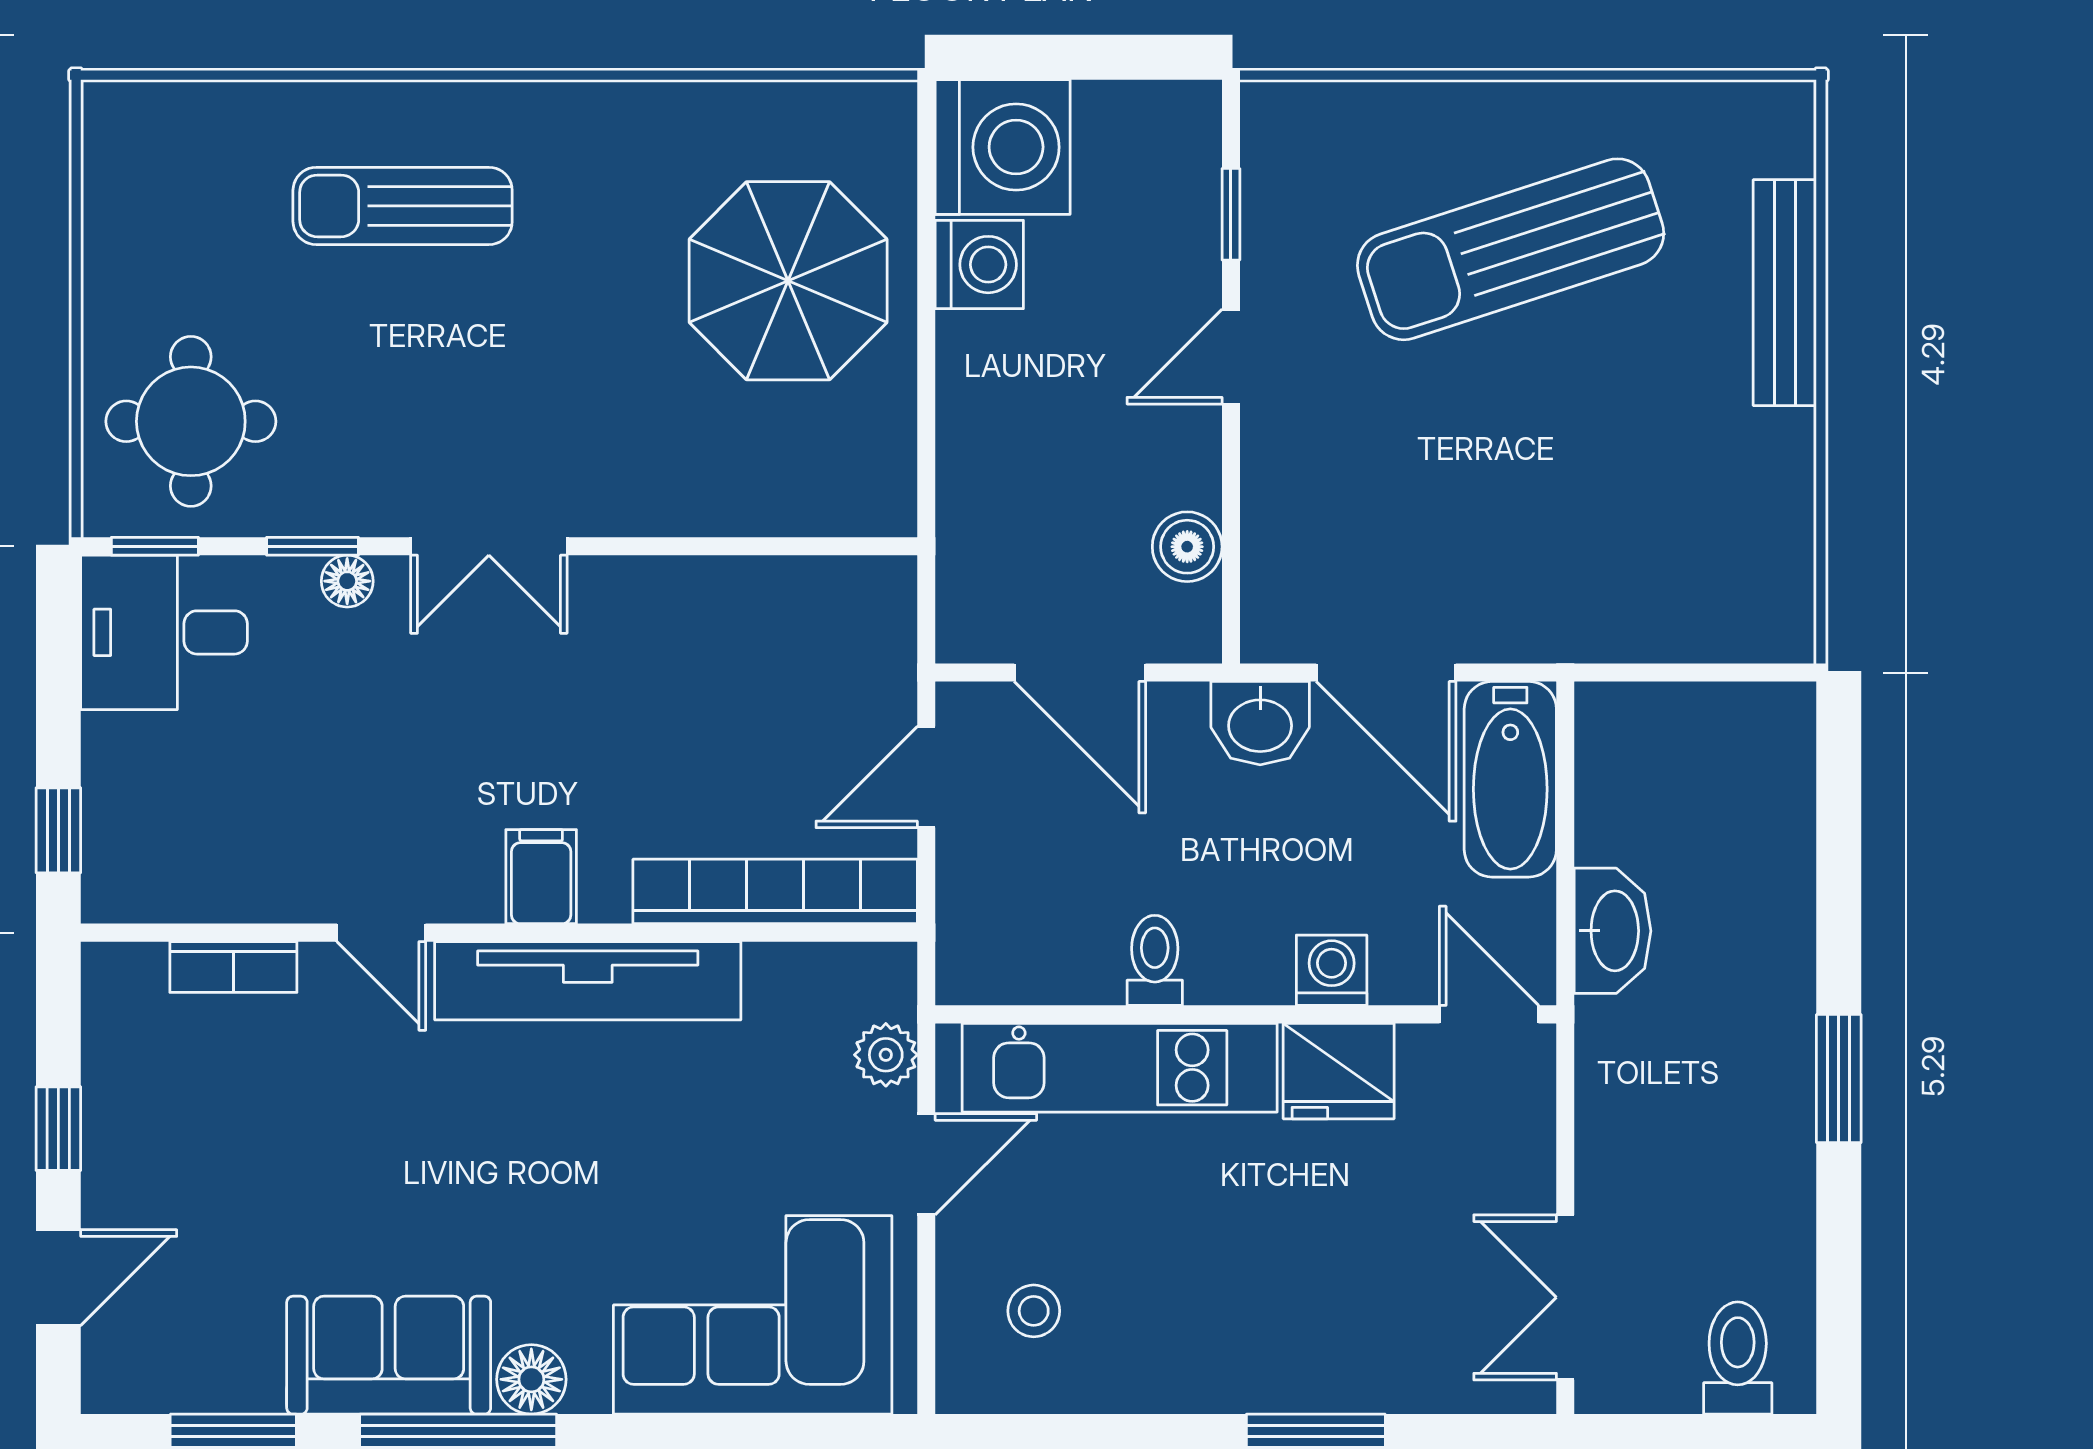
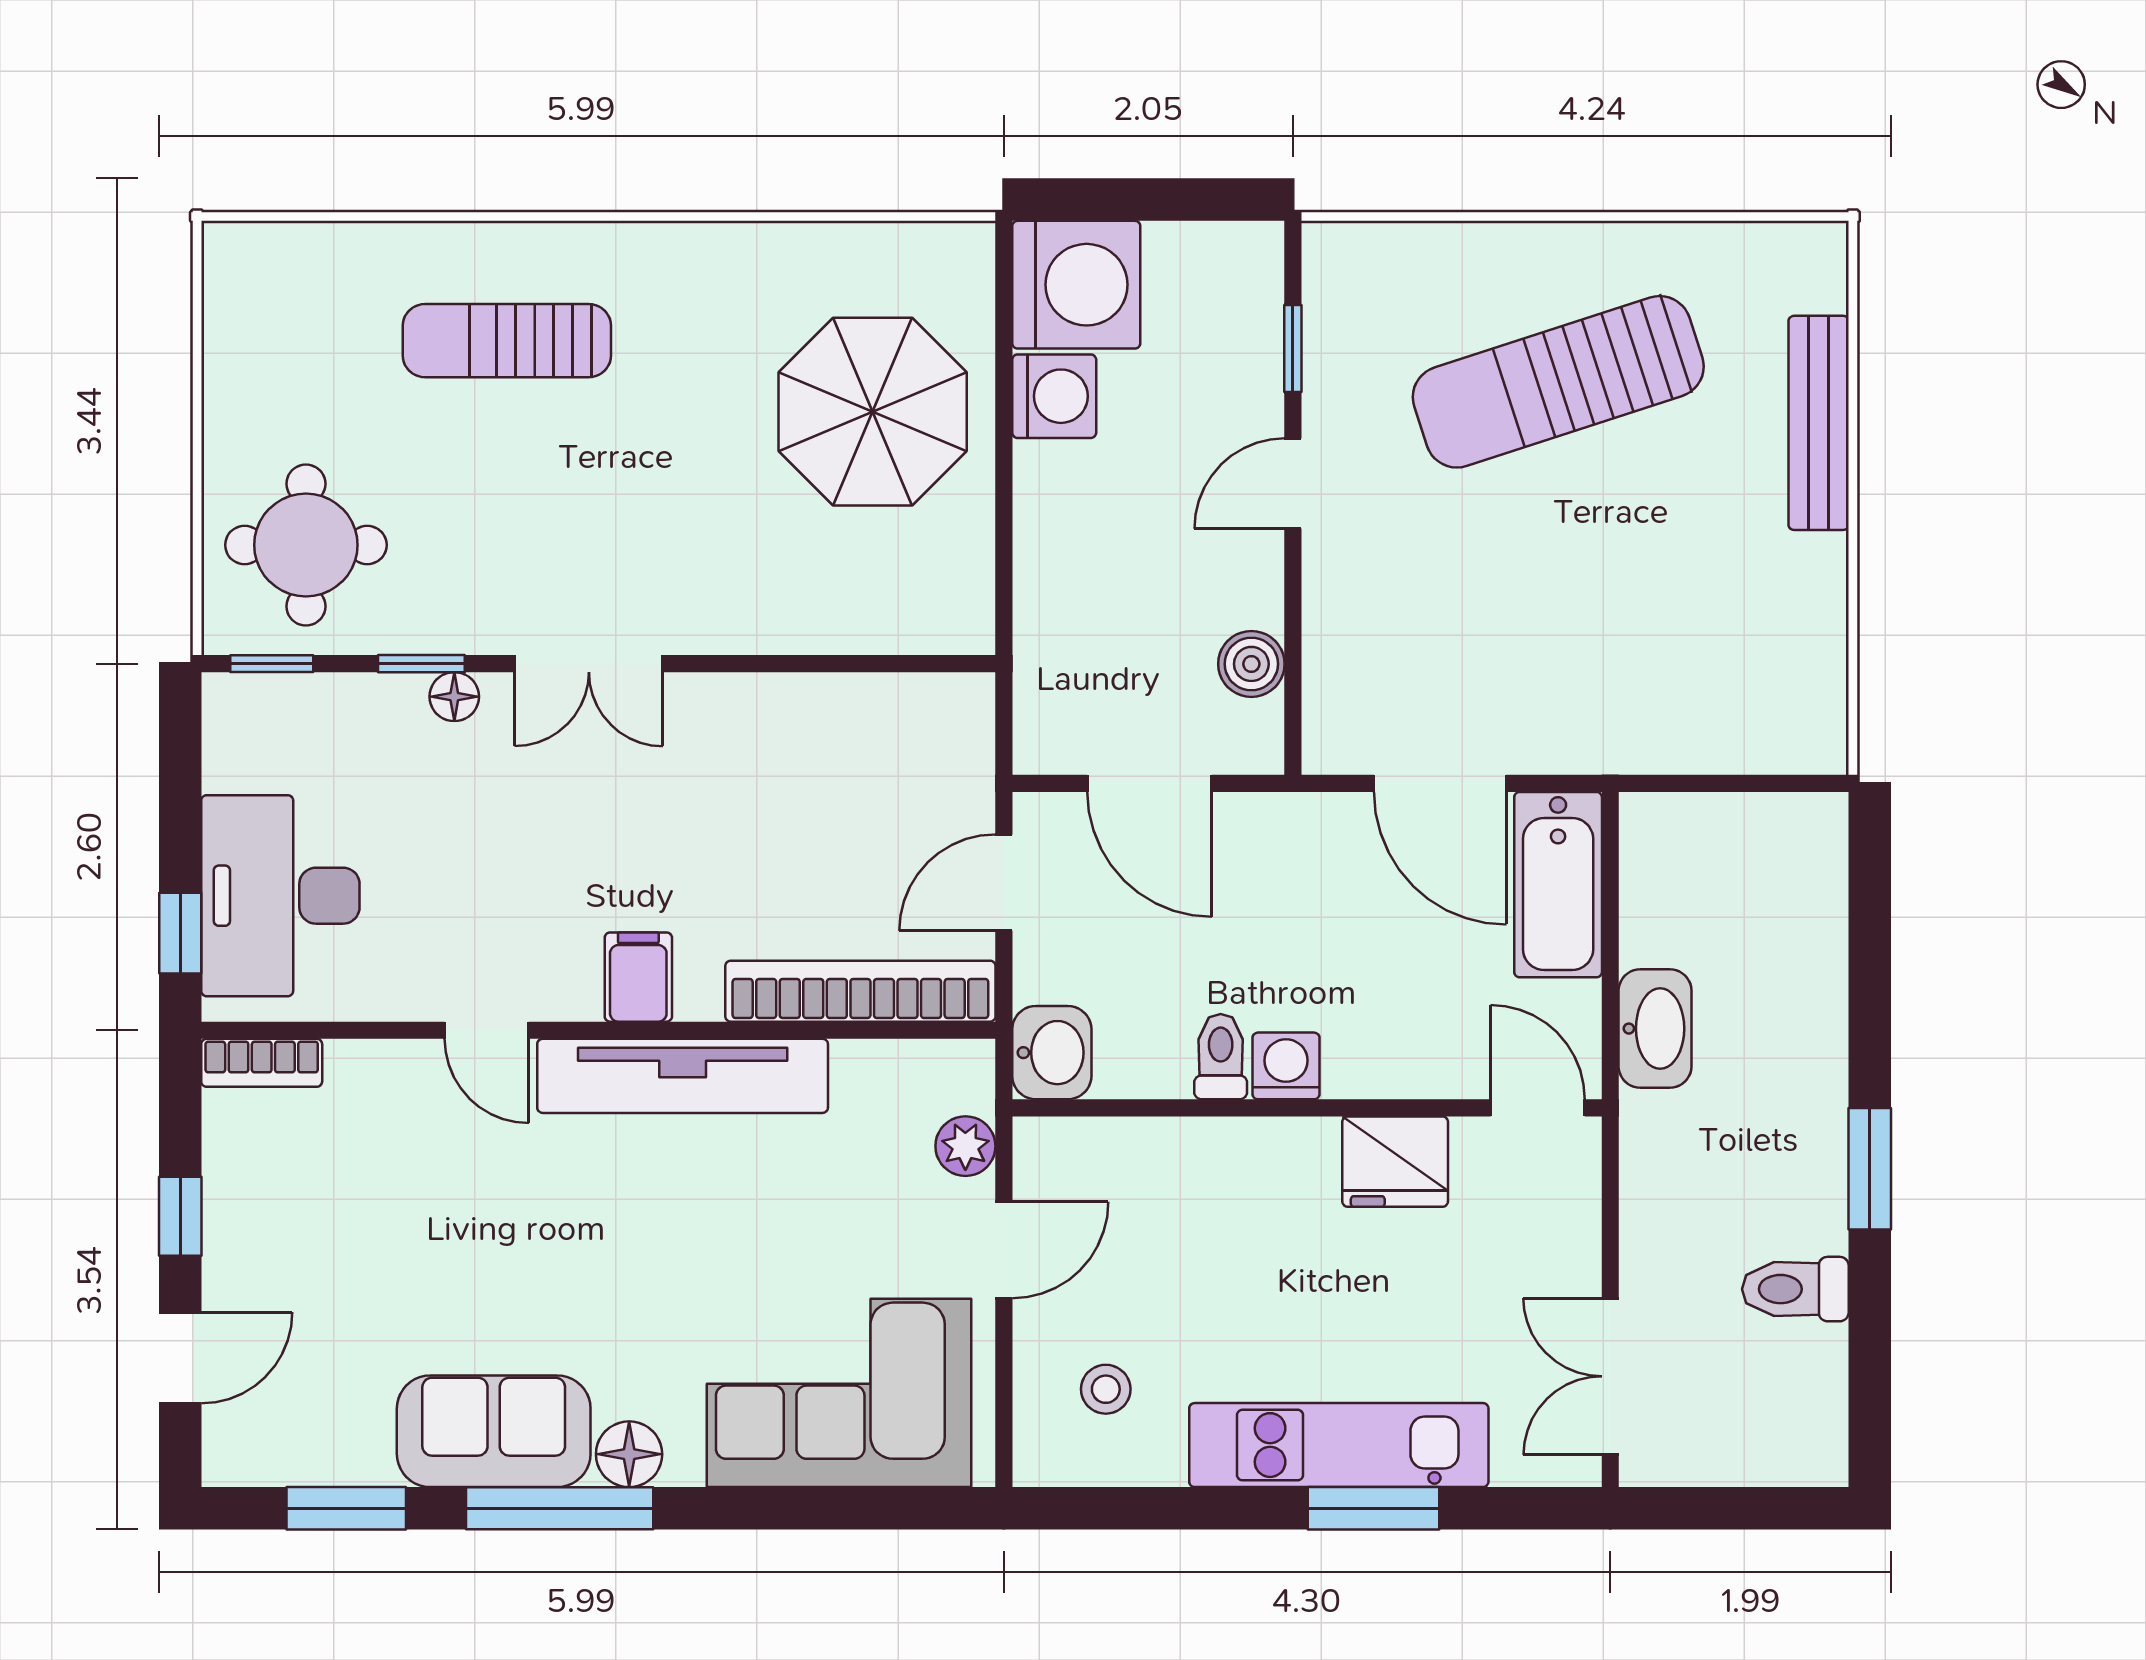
desk: (164, 632) -> (280, 896), moved, width x1.37
washbasin: (1260, 723) -> (1052, 1053), moved, turned -90
bookcase: (233, 967) -> (262, 1063), moved
washing machine: (1332, 970) -> (1286, 1066), moved
kitchen unit: (1120, 1068) -> (1339, 1445), moved, turned 180
toilet: (1738, 1358) -> (1795, 1289), moved, turned -90

